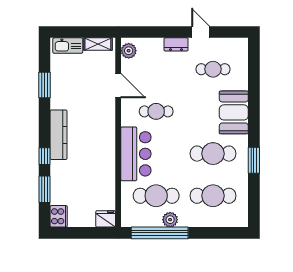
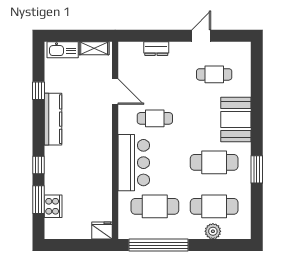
door: (201, 32) -> (201, 36), hinge flipped
dresser: (176, 44) -> (156, 49), moved
plant: (129, 51) -> (126, 55), removed
window: (45, 85) -> (38, 91), width x0.67
kitchen counter: (59, 135) -> (53, 119), moved
cooker: (59, 216) -> (53, 206), moved
plant: (170, 220) -> (213, 231), moved

